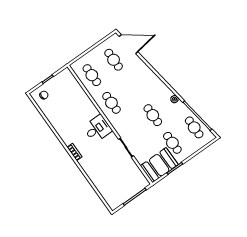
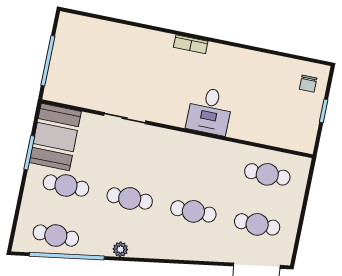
cafe table: (111, 103) -> (193, 211), moved
desk: (97, 129) -> (210, 111), moved

